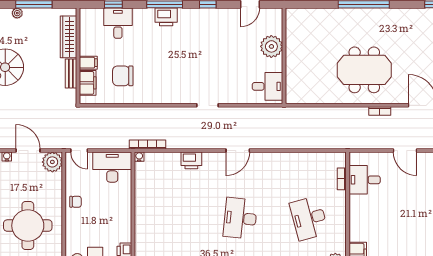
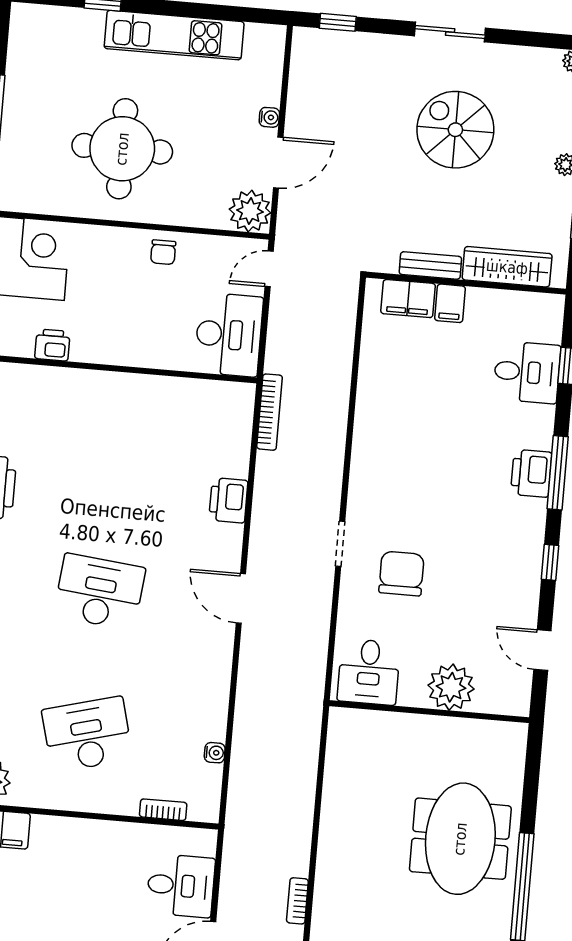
meeting table: (364, 70) -> (460, 839), moved
chair: (123, 76) -> (401, 574), moved
water cooler: (139, 157) -> (215, 753), moved
desk: (365, 180) -> (181, 886), moved, turned 90

